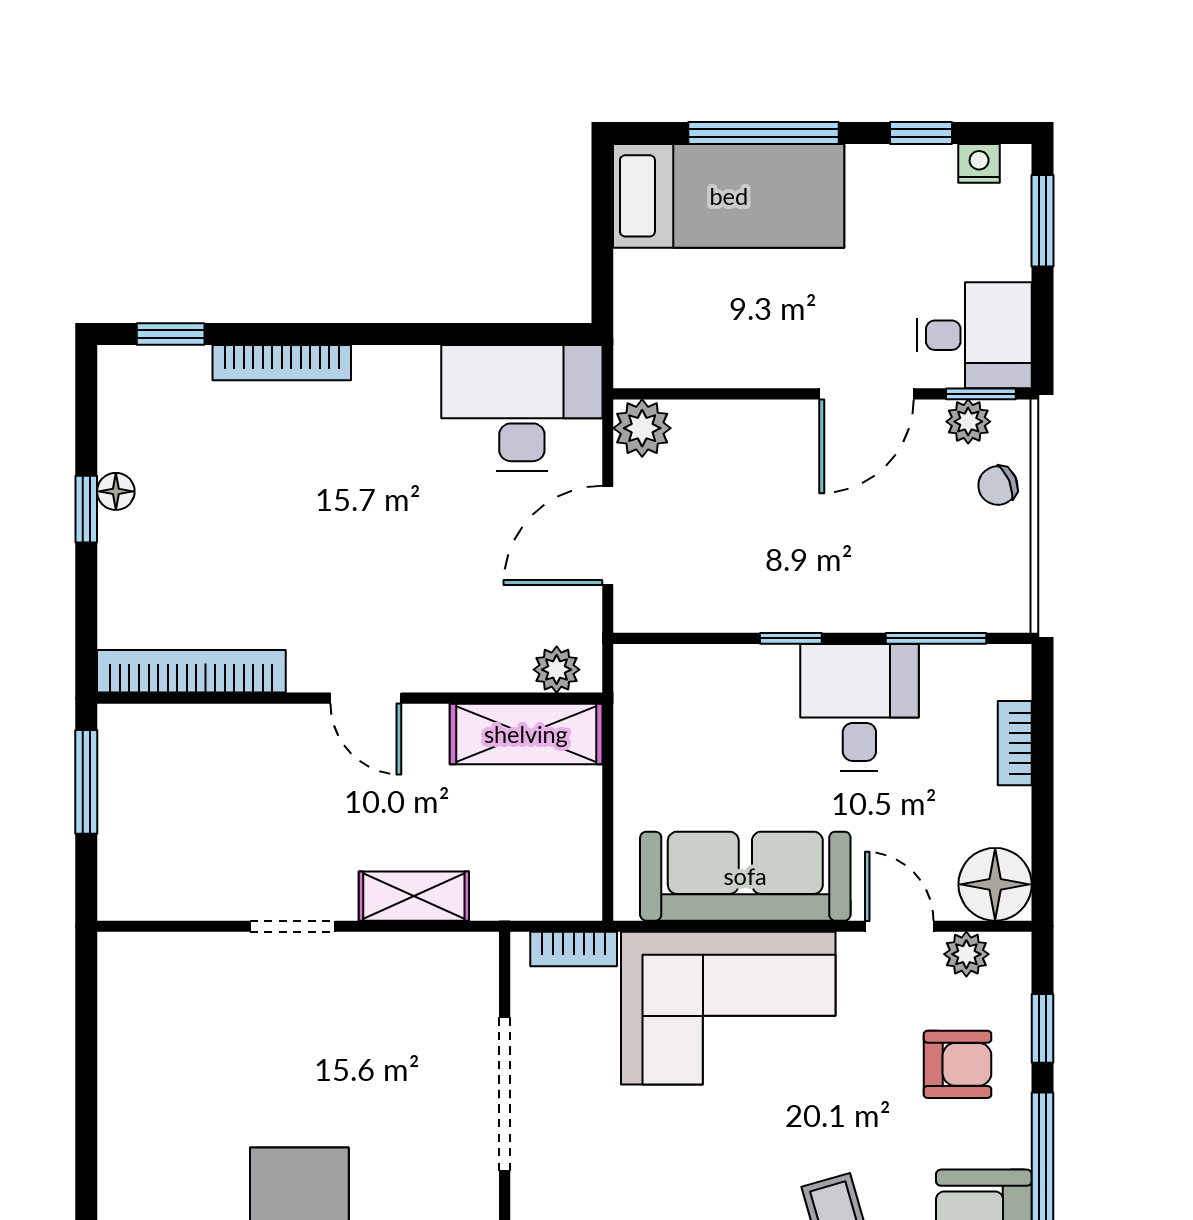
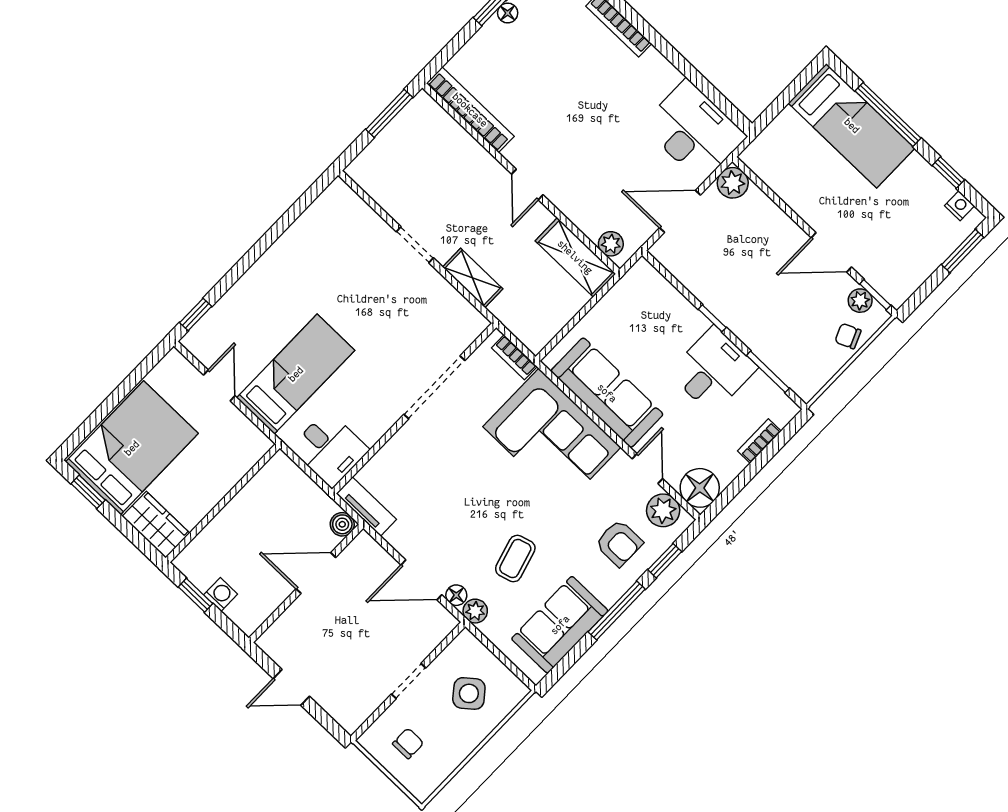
desk: (974, 335) -> (894, 270), removed
plant: (966, 954) -> (663, 510), width x1.38, depth x1.38

